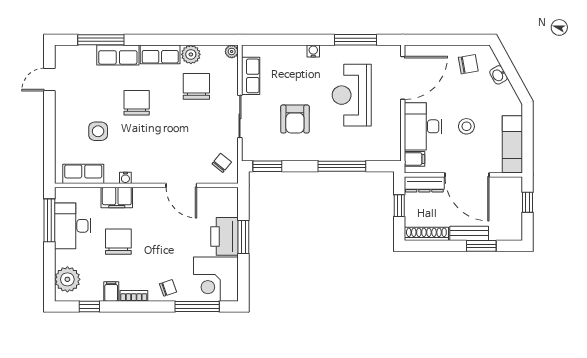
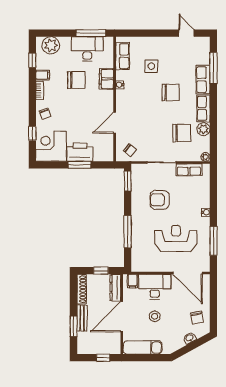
window: (197, 307) -> (32, 133), width x0.46

